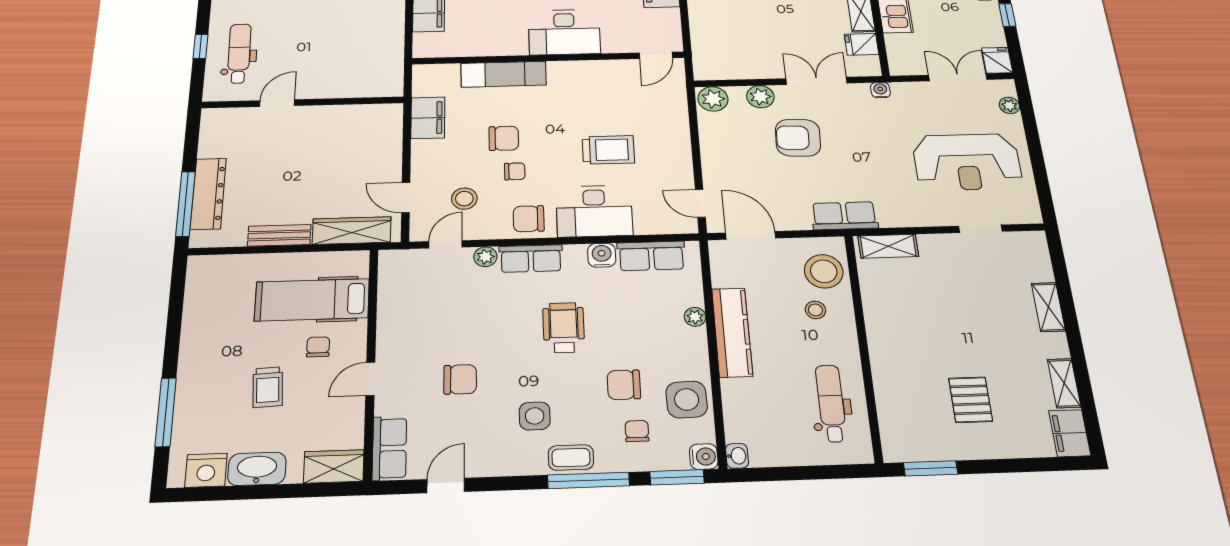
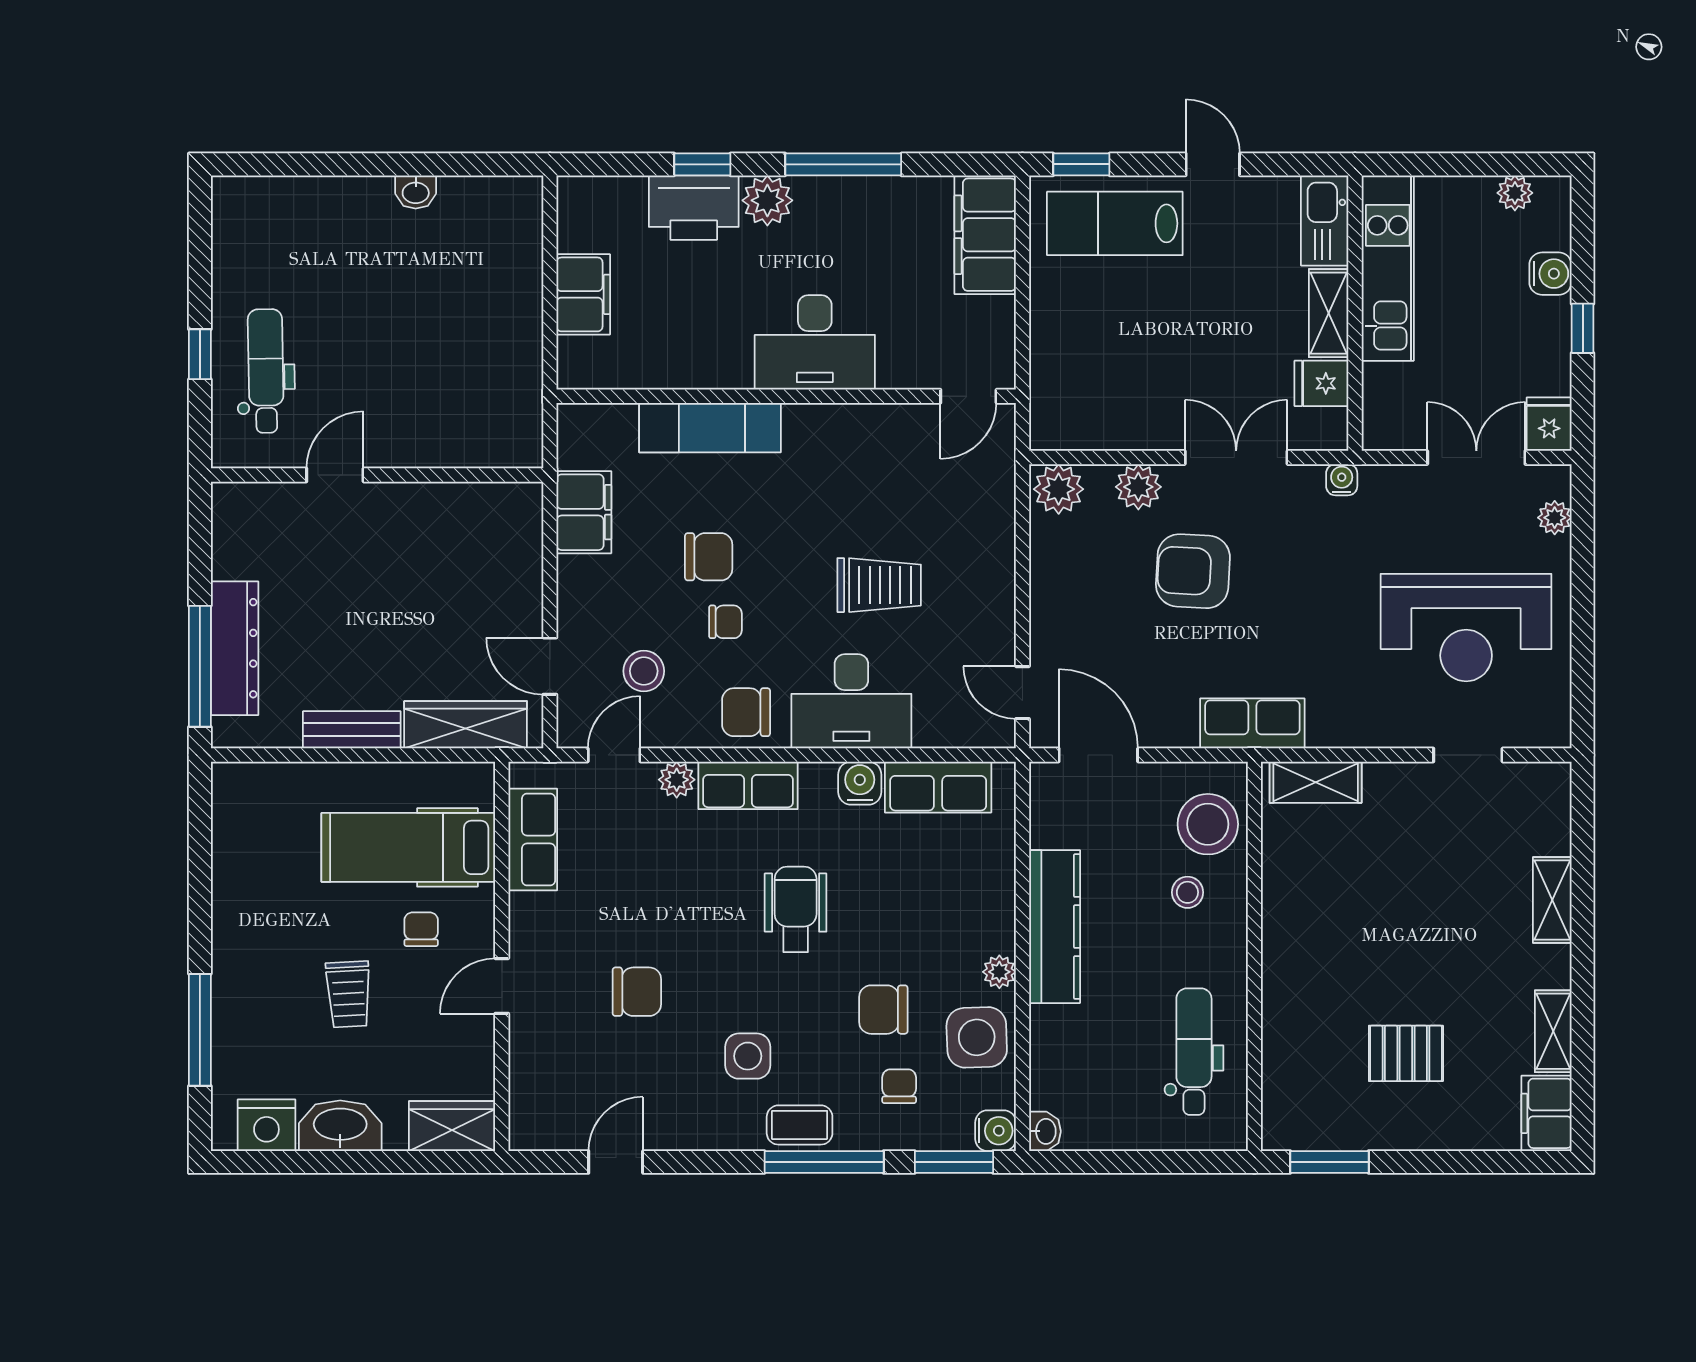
plant: (695, 317) -> (999, 972), moved
pallet: (971, 400) -> (1406, 1053), turned 90
row of seats: (389, 448) -> (533, 839), moved

